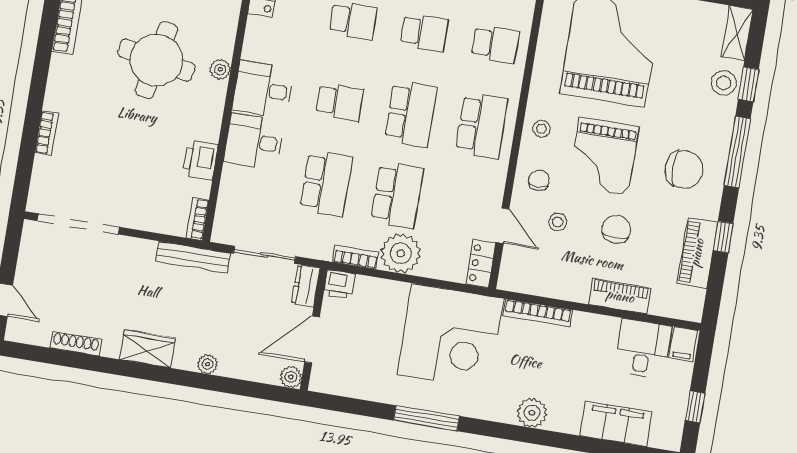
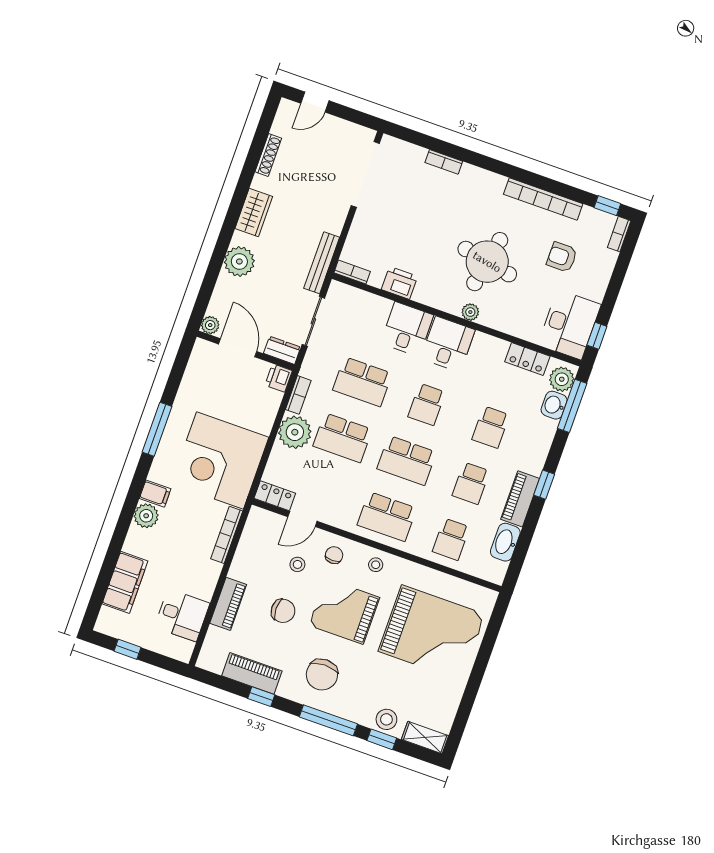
chair: (539, 180) -> (334, 555), turned -90
filing cabinet: (683, 344) -> (155, 494), moved, turned 180
plant: (208, 364) -> (239, 261), width x1.87, depth x1.87

